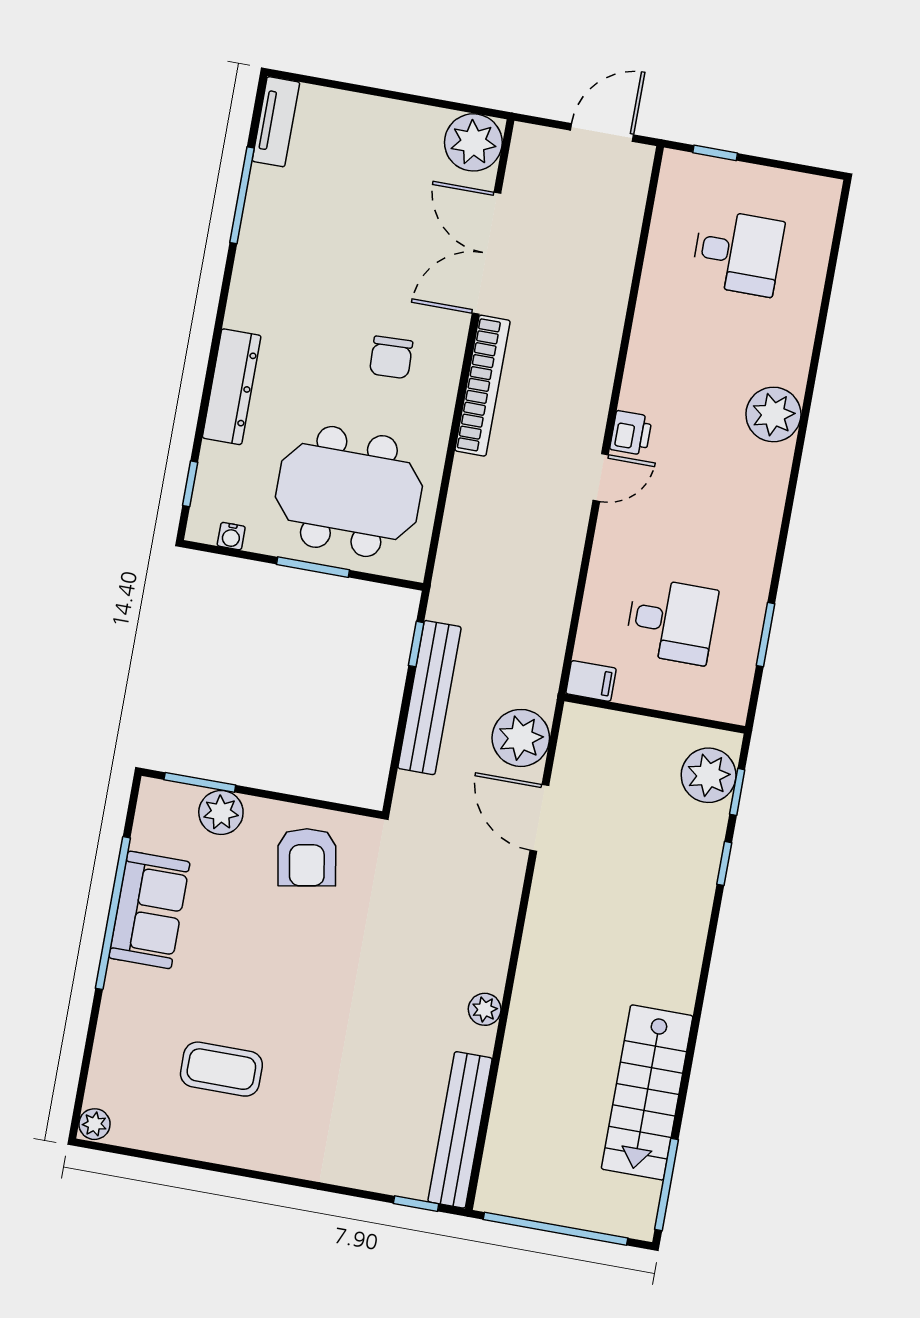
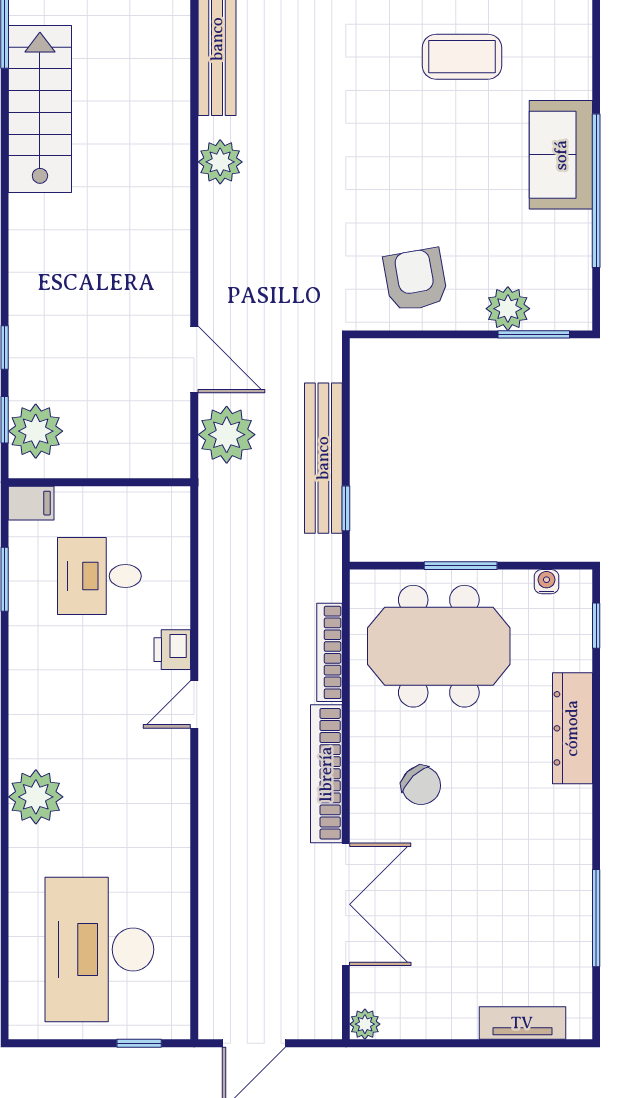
tv unit: (276, 122) -> (522, 1023), moved, turned 90
plant: (473, 142) -> (365, 1024), width x0.53, depth x0.53
desk: (738, 252) -> (99, 949), width x1.87, depth x1.30
chair: (391, 357) -> (421, 785), turned 138
printer: (631, 433) -> (172, 650), moved
bookcase: (458, 505) -> (329, 652), added
filing cabinet: (591, 681) -> (31, 503), moved, turned 180
sofa: (149, 910) -> (561, 155), moved
plant: (485, 1009) -> (220, 162), width x1.38, depth x1.38

